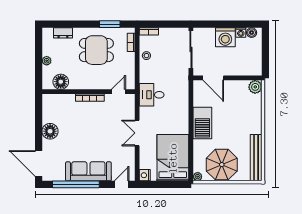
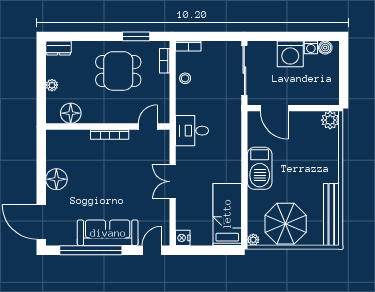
dresser: (63, 33) -> (58, 48), moved
bed: (173, 158) -> (227, 214), width x0.67

